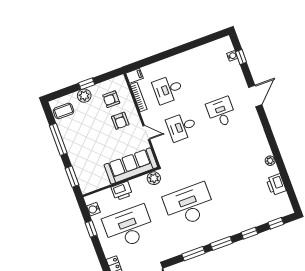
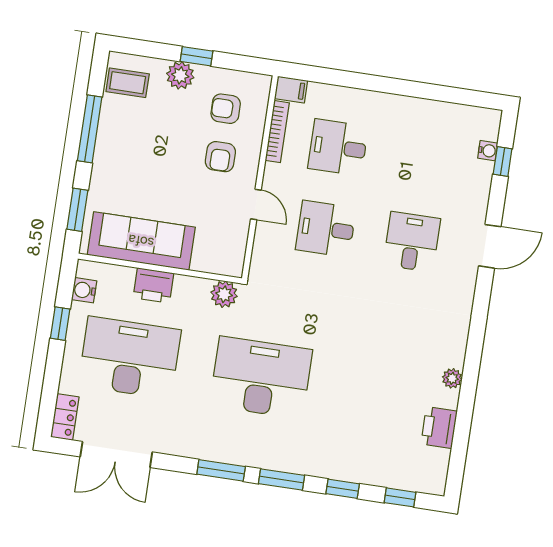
sofa: (131, 166) -> (141, 241), moved

